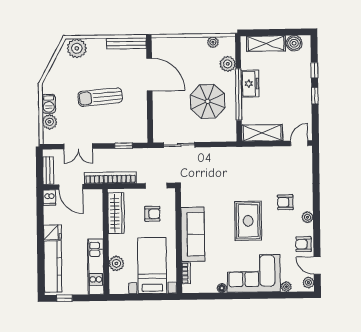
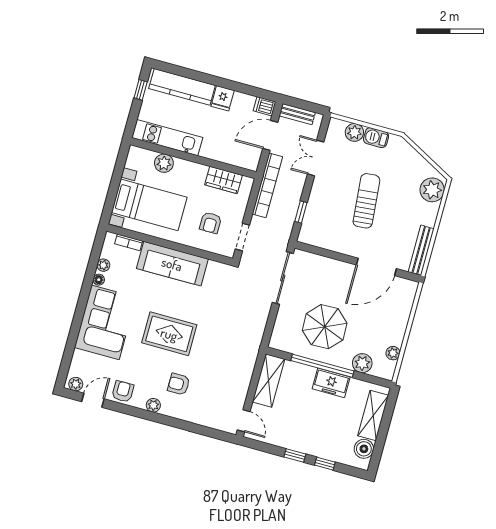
sliding door: (179, 145) -> (283, 278), width x1.37
armchair: (285, 202) -> (179, 384), turned -90
wardrobe: (116, 213) -> (224, 180), width x0.67
plant: (286, 287) -> (103, 265), moved

